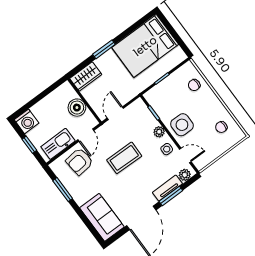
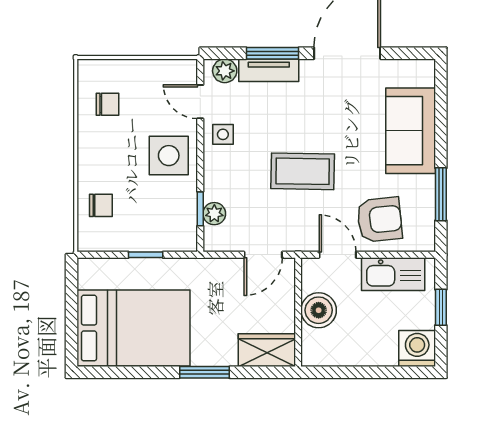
plant: (159, 132) -> (214, 214), moved
door: (86, 135) -> (338, 255), hinge flipped
sofa: (102, 217) -> (411, 131), moved

